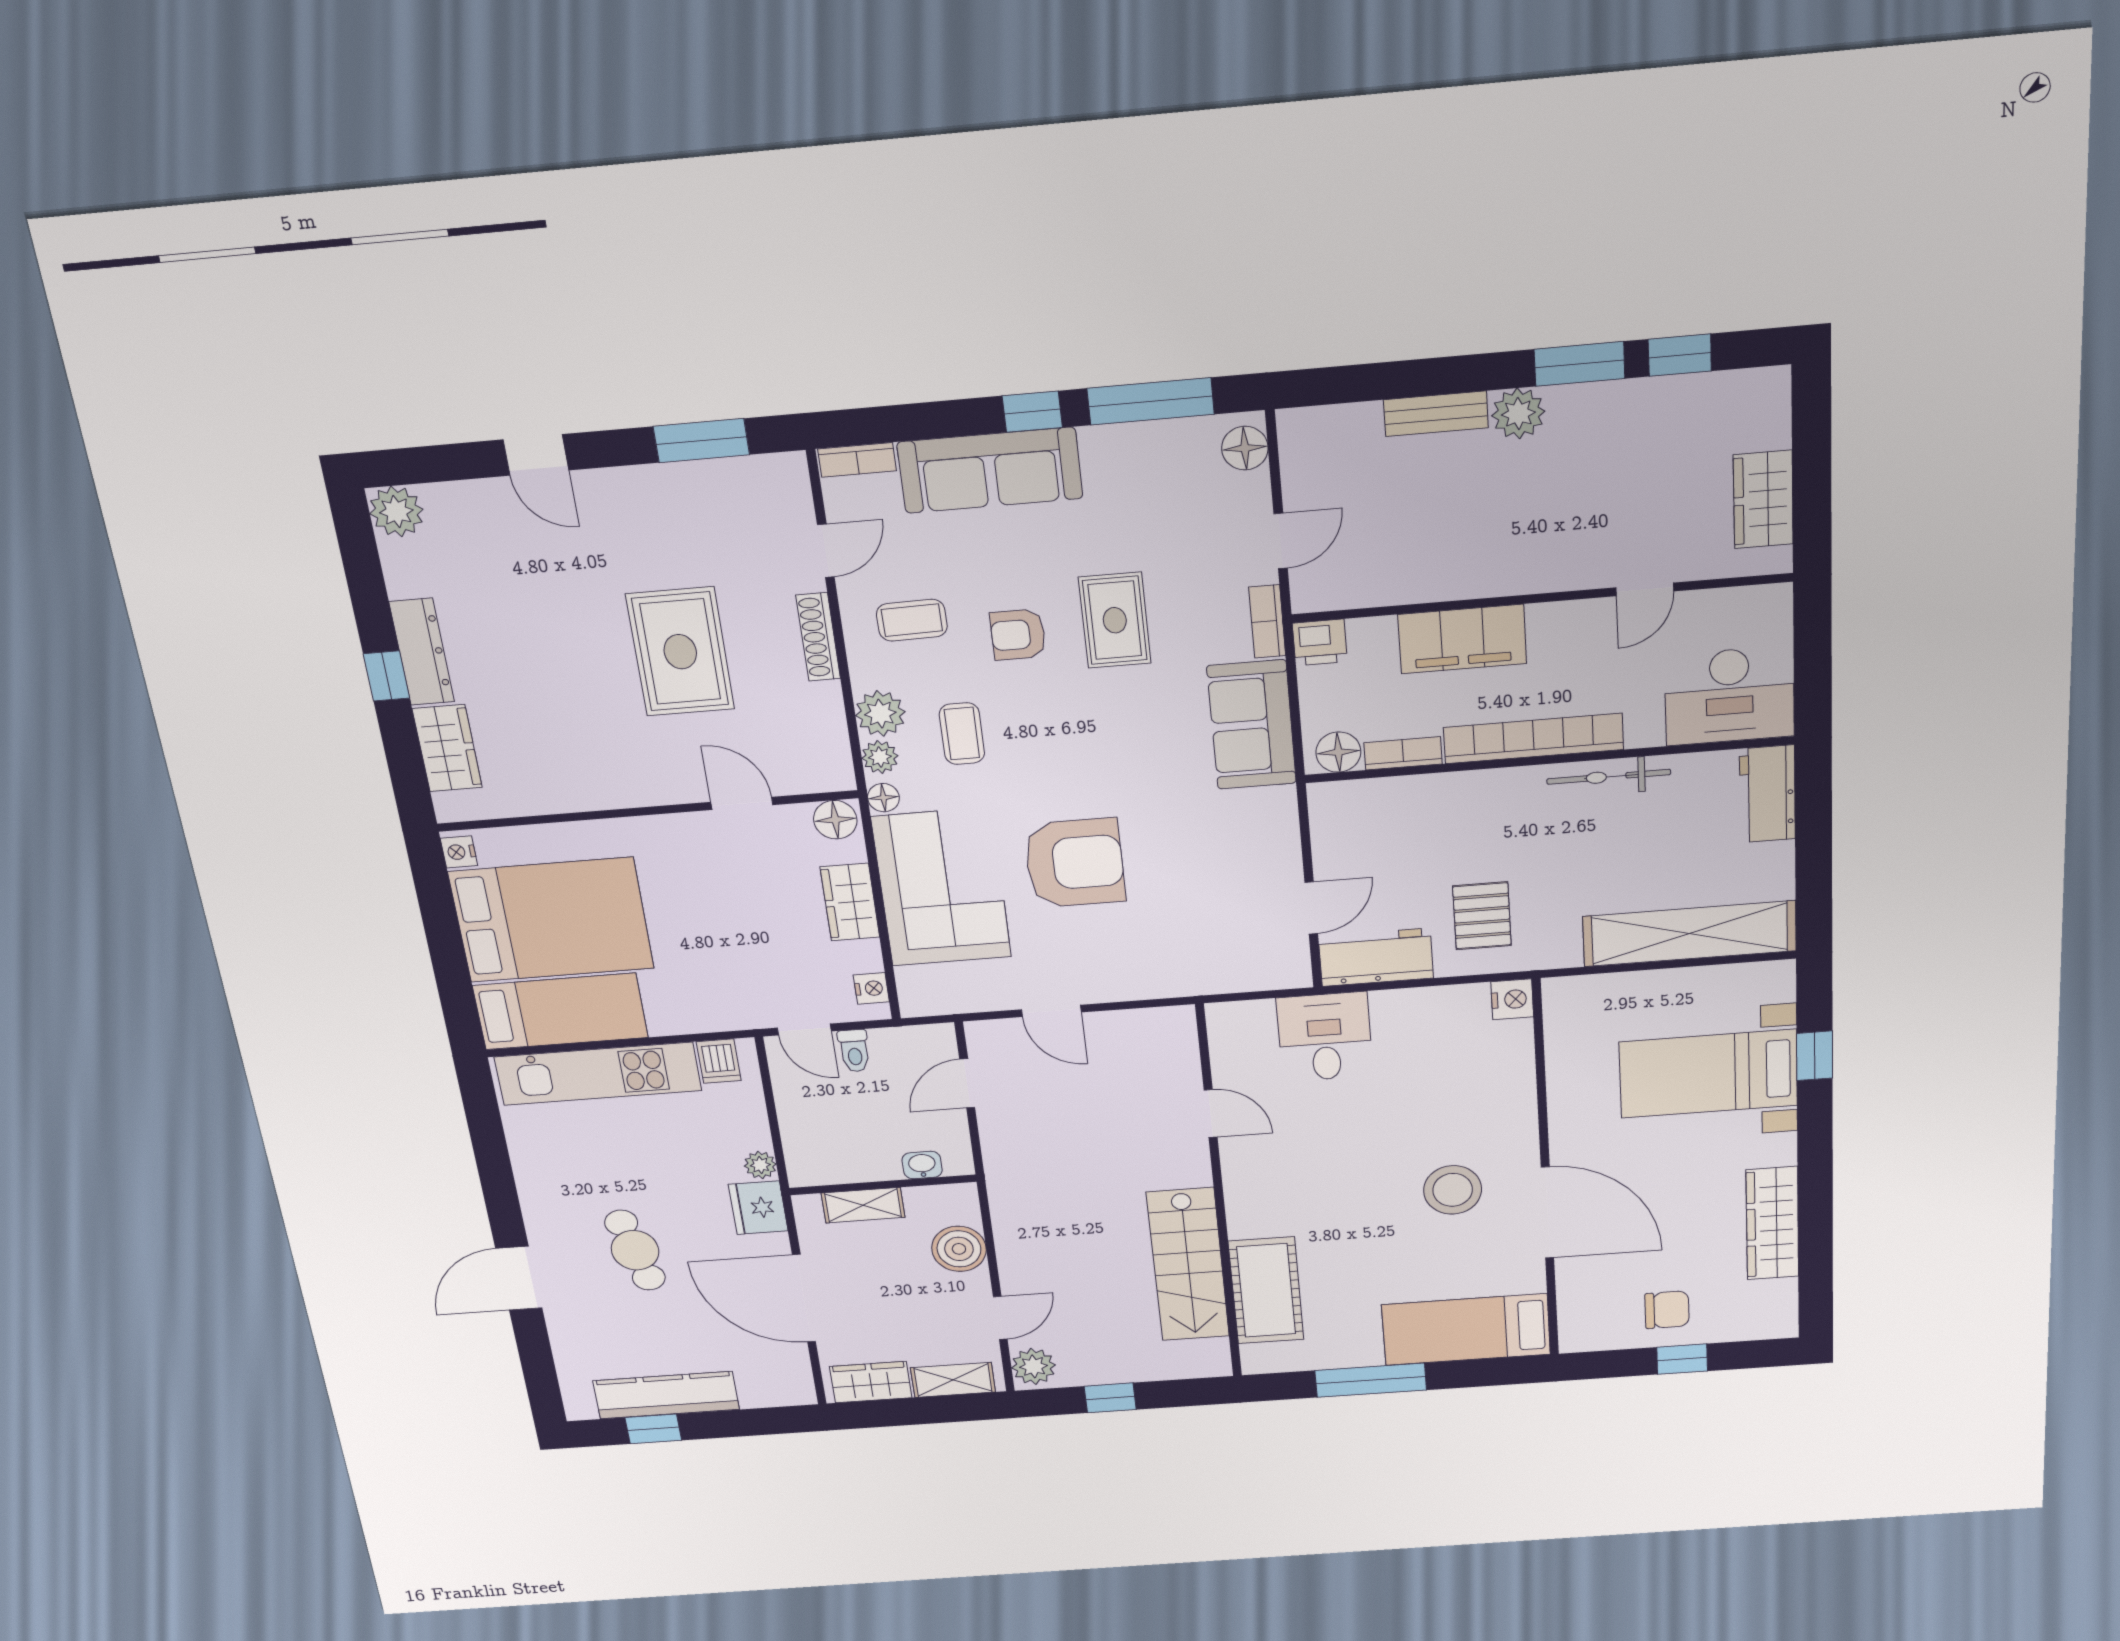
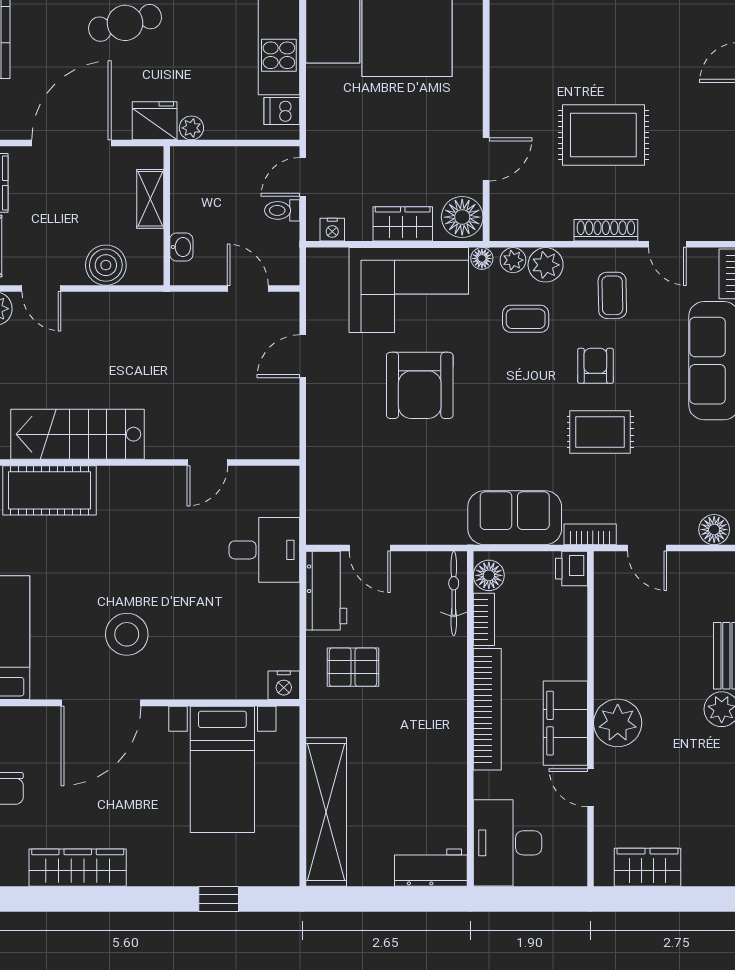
plant: (1546, 560) -> (618, 723), added
filing cabinet: (1462, 639) -> (565, 723), moved
bicycle: (1609, 777) -> (454, 593), moved
floor lamp: (835, 820) -> (462, 217), width x1.38, depth x1.38
bed with nightstands: (1708, 1074) -> (222, 769), moved, turned 180

